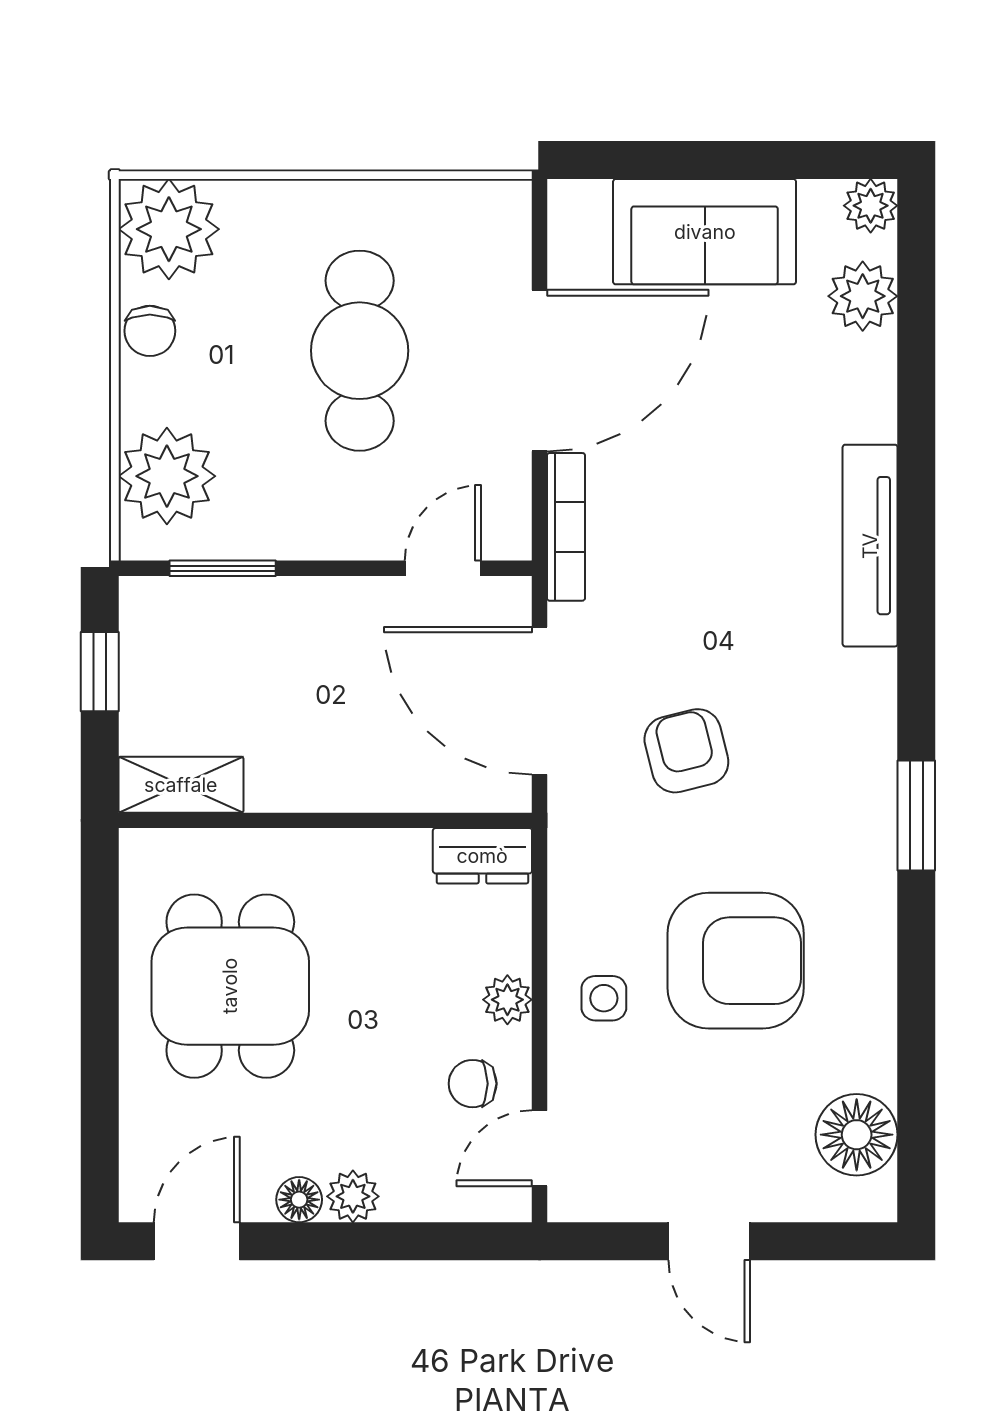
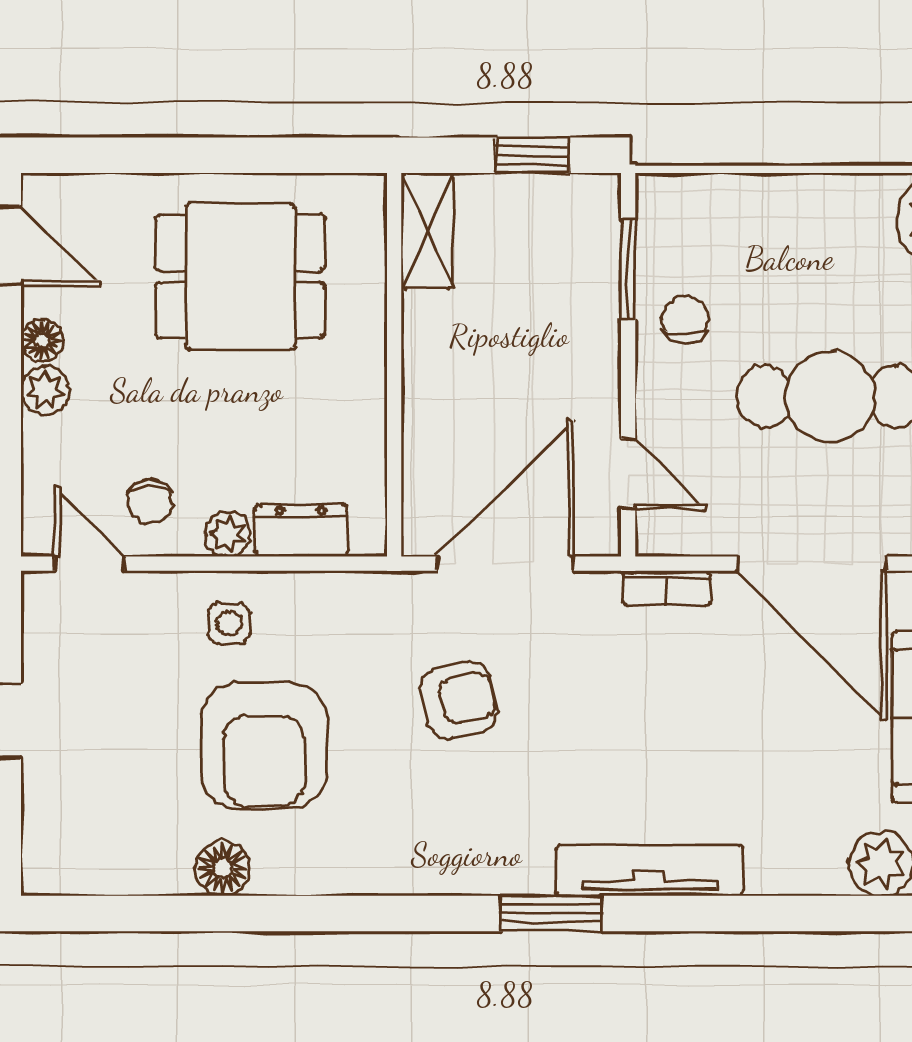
chair: (150, 331) -> (685, 320), moved, turned 90
plant: (167, 476) -> (714, 218), removed
bookcase: (566, 527) -> (667, 588), width x0.64
window: (916, 816) -> (551, 913), moved
dresser: (482, 856) -> (301, 531), moved, turned 90
chair: (473, 1084) -> (150, 501), turned 180
floor lamp: (857, 1135) -> (223, 868), moved, width x0.73, depth x0.73

